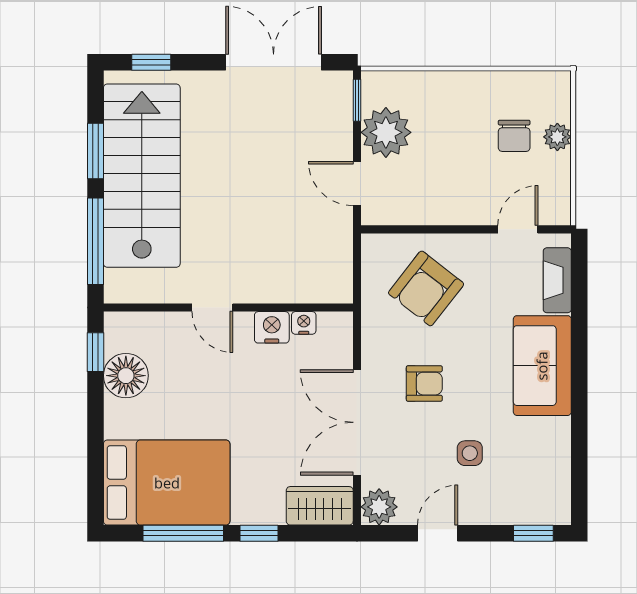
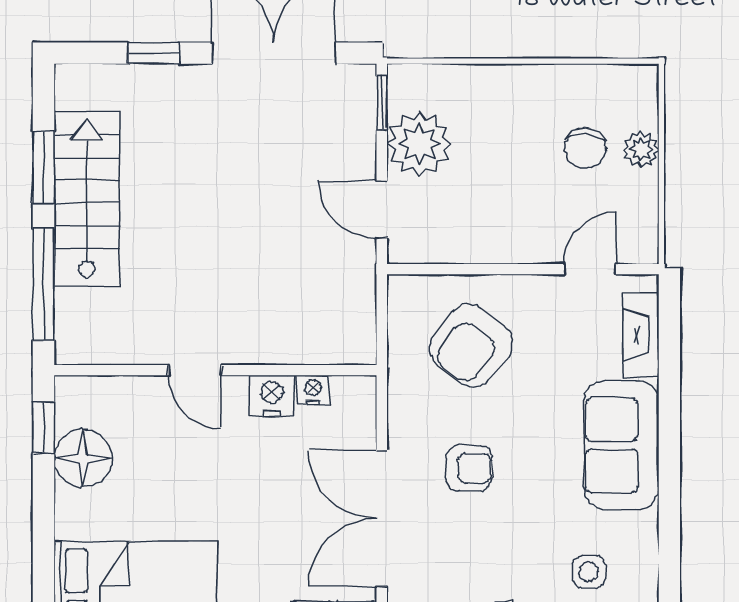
window: (151, 62) -> (154, 53), moved
stairs: (142, 176) -> (87, 200), width x0.73, depth x0.66
side table: (470, 453) -> (589, 572), moved

